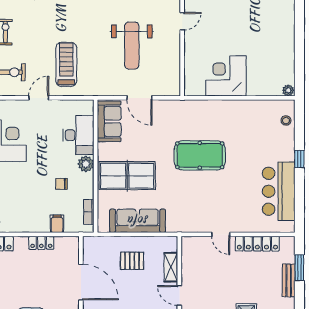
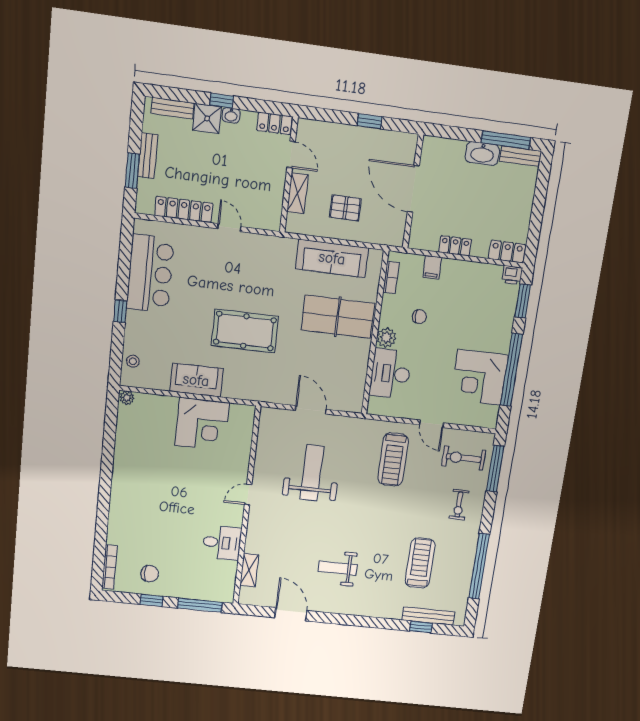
door: (39, 98) -> (432, 424), hinge flipped
sofa: (109, 121) -> (196, 380), moved, turned 90

